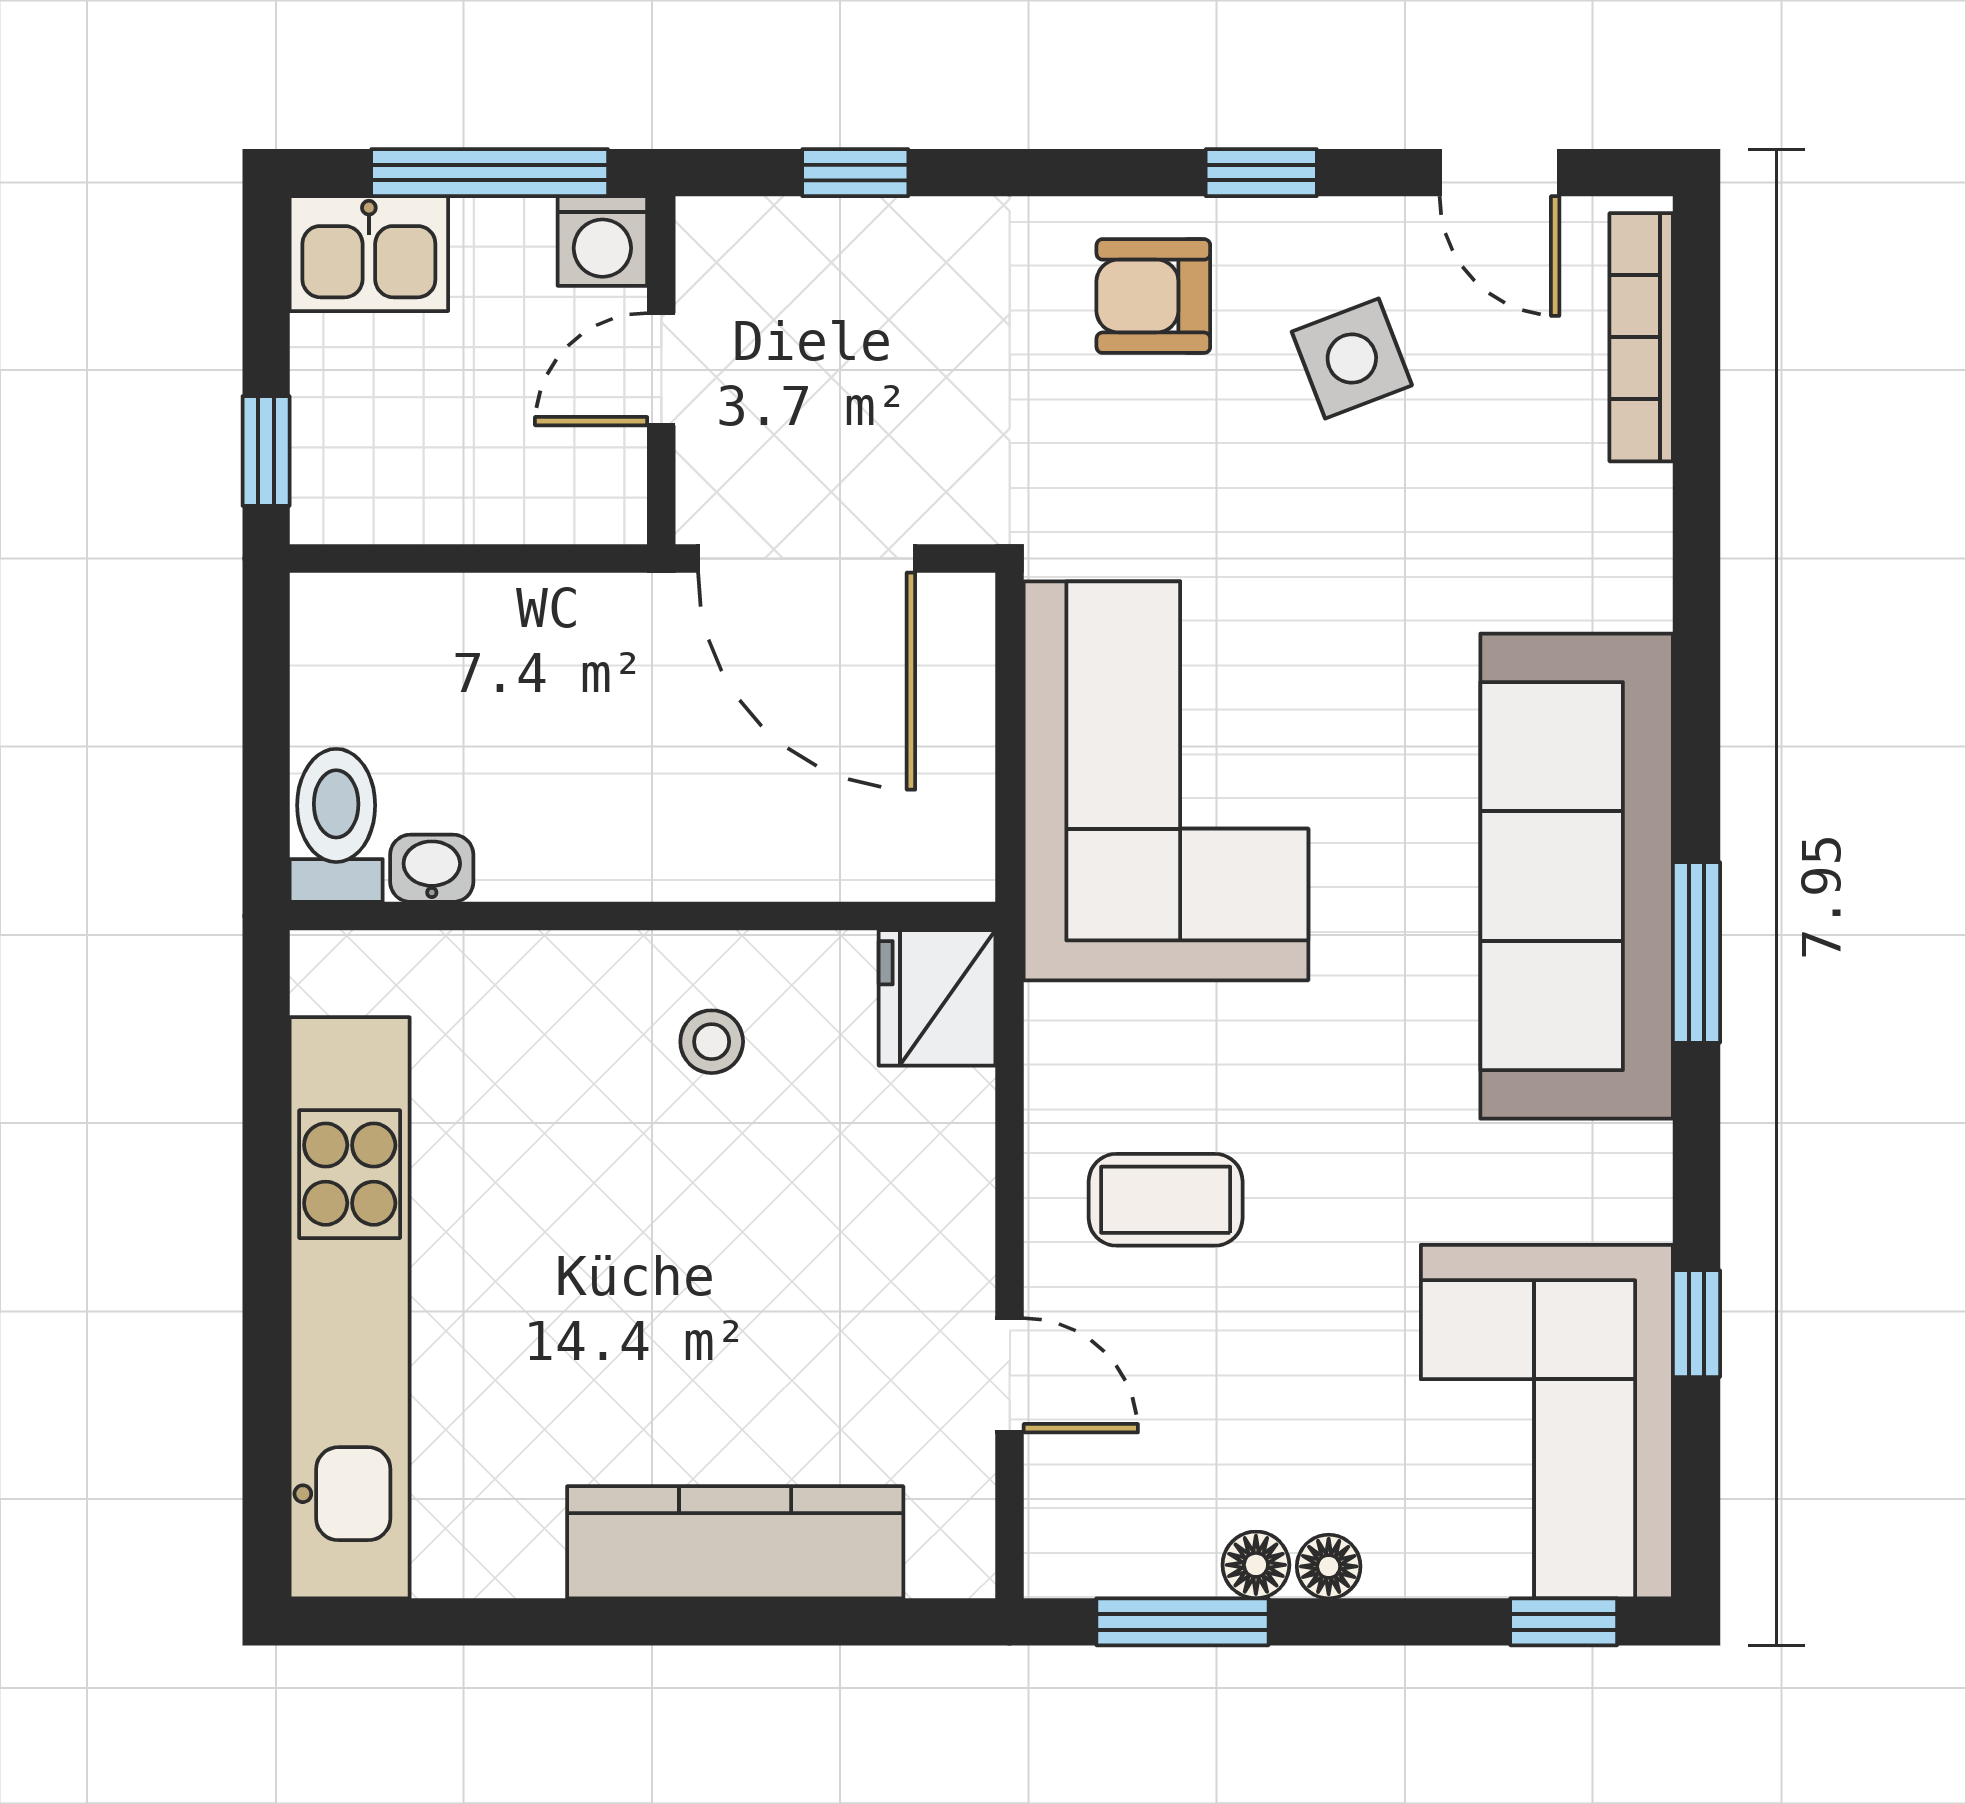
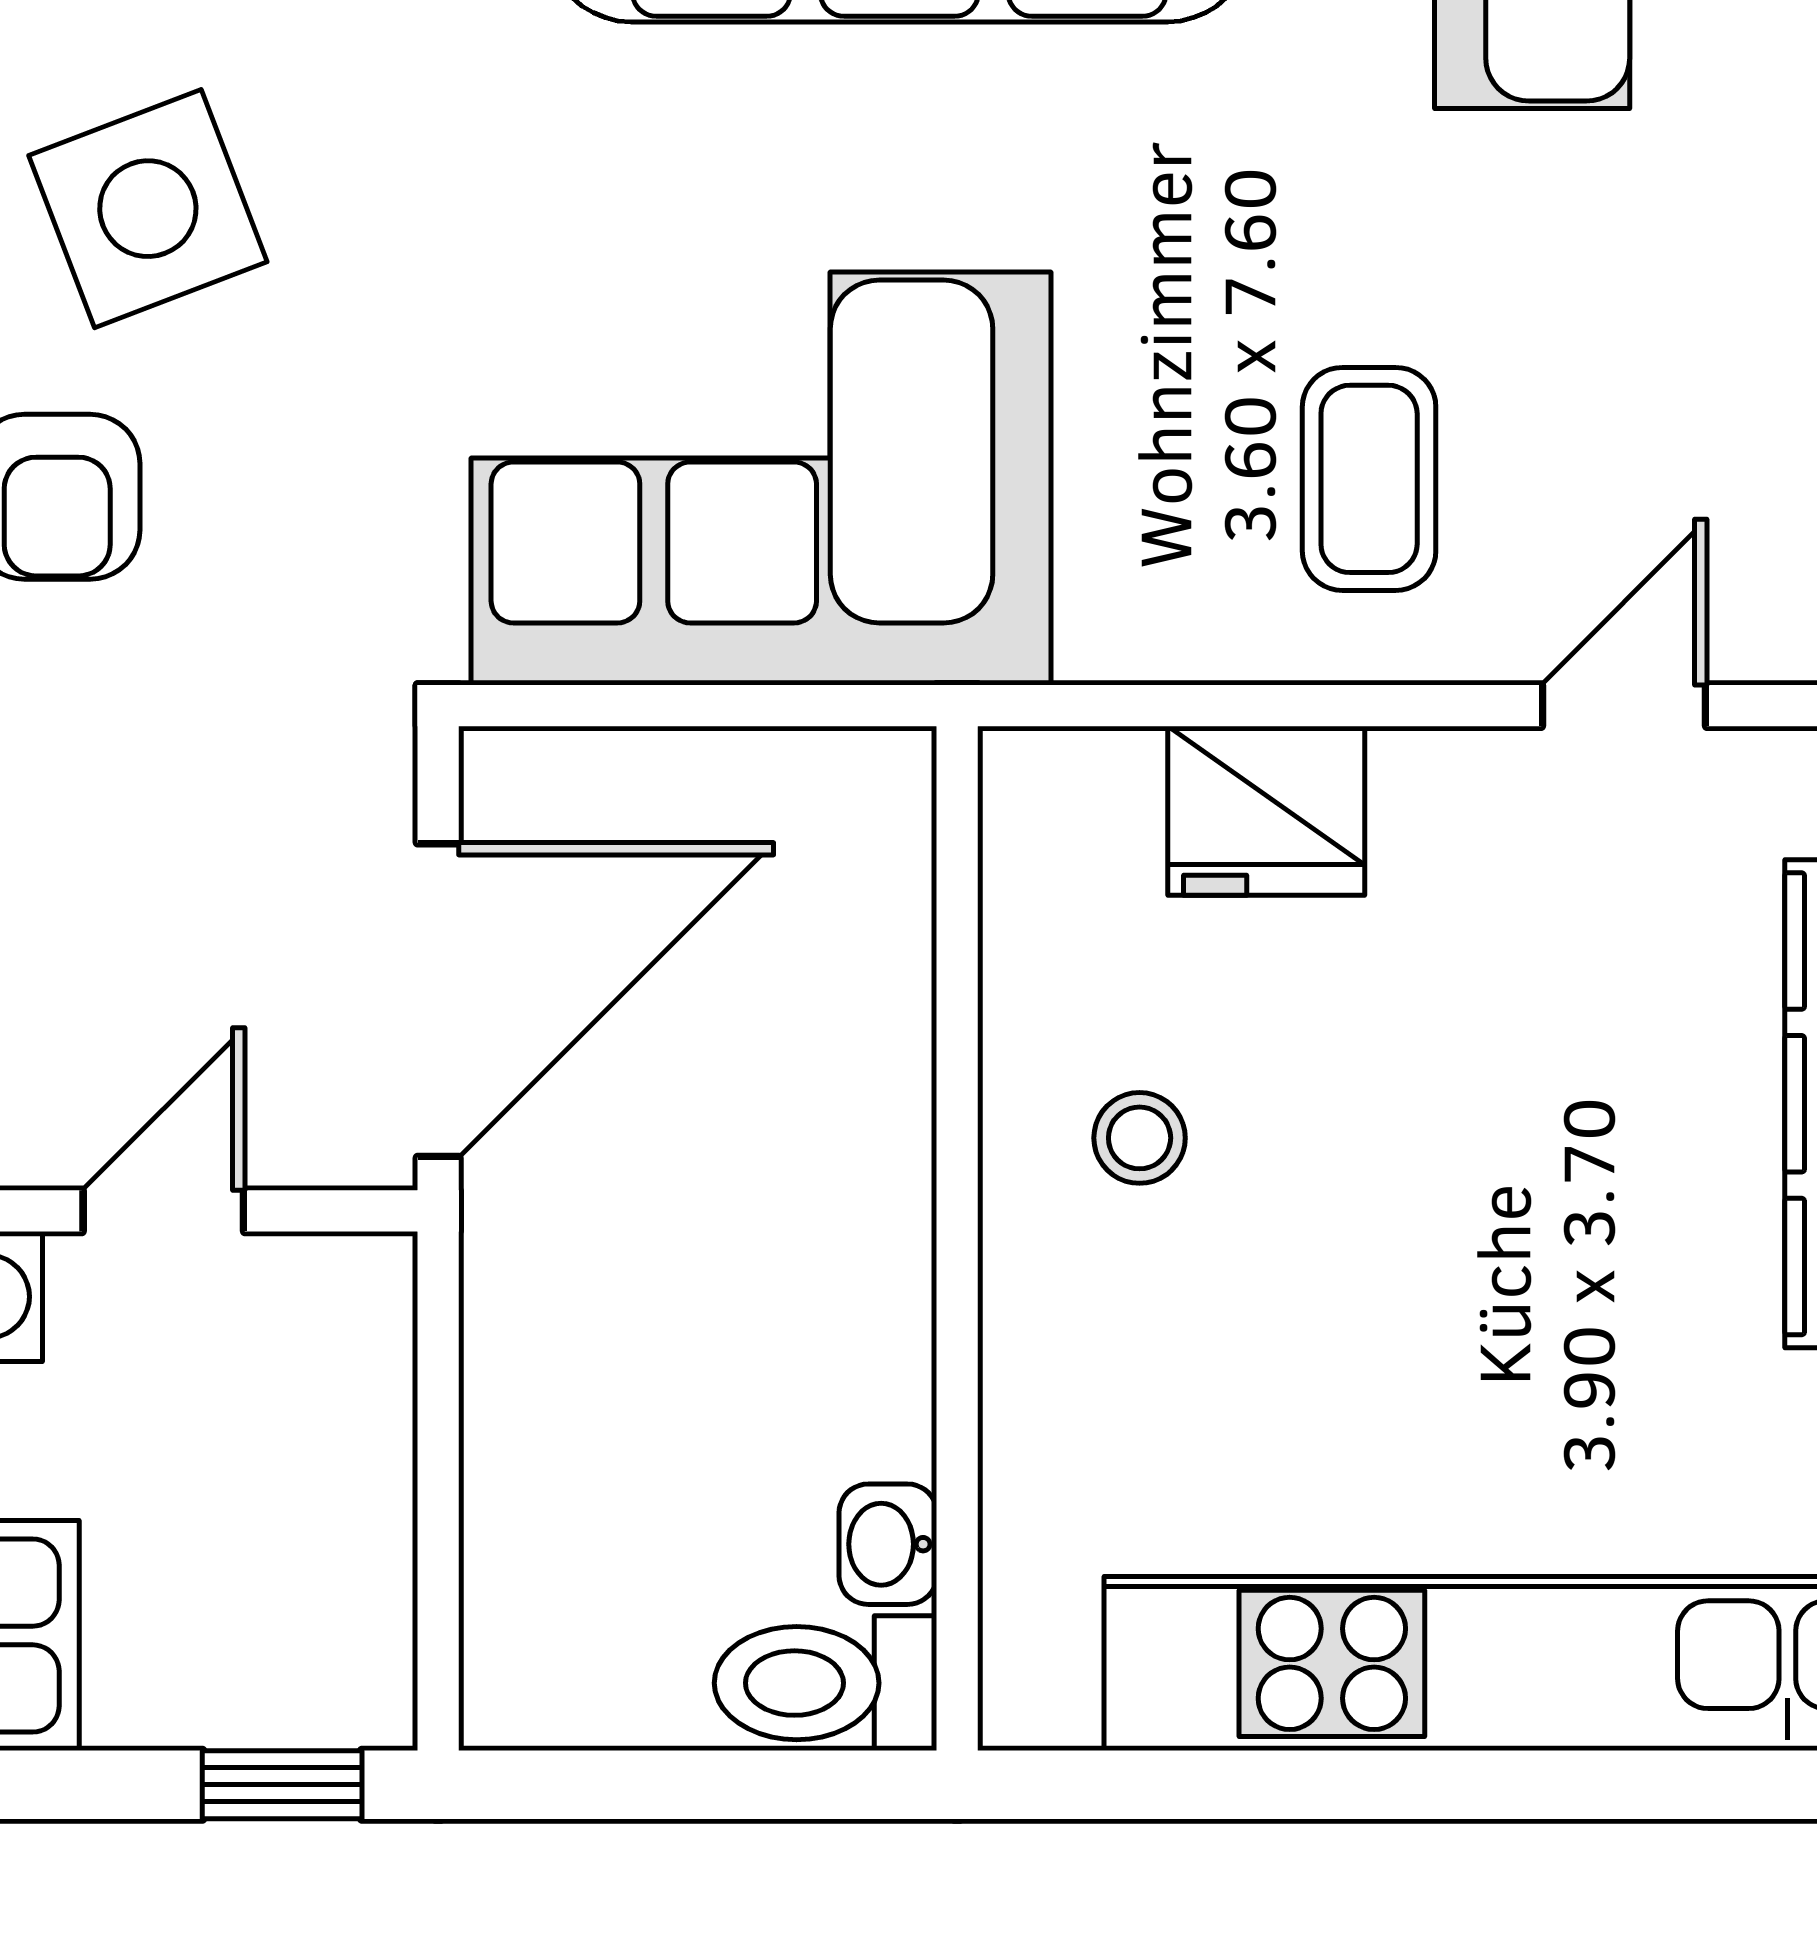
side table: (1352, 359) -> (148, 209), width x1.37, depth x1.37
door: (661, 369) -> (163, 1211), swing flipped
fridge: (937, 998) -> (1266, 811), moved

